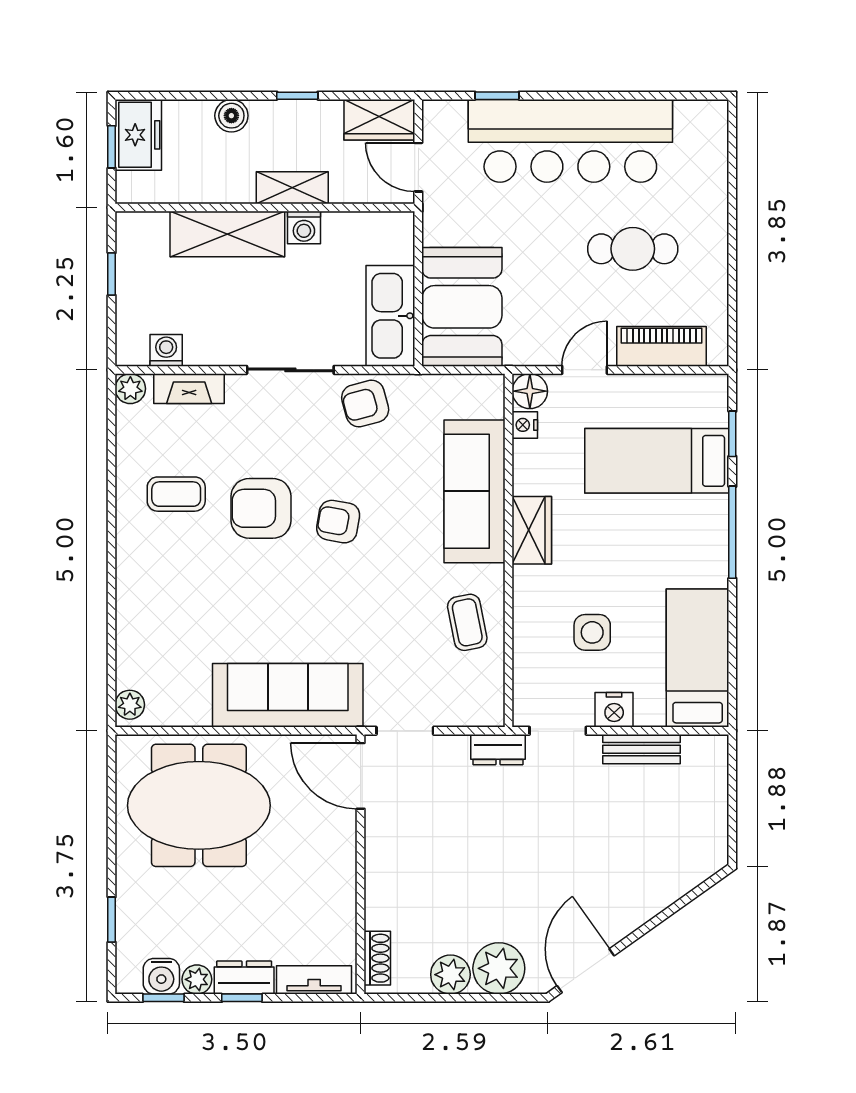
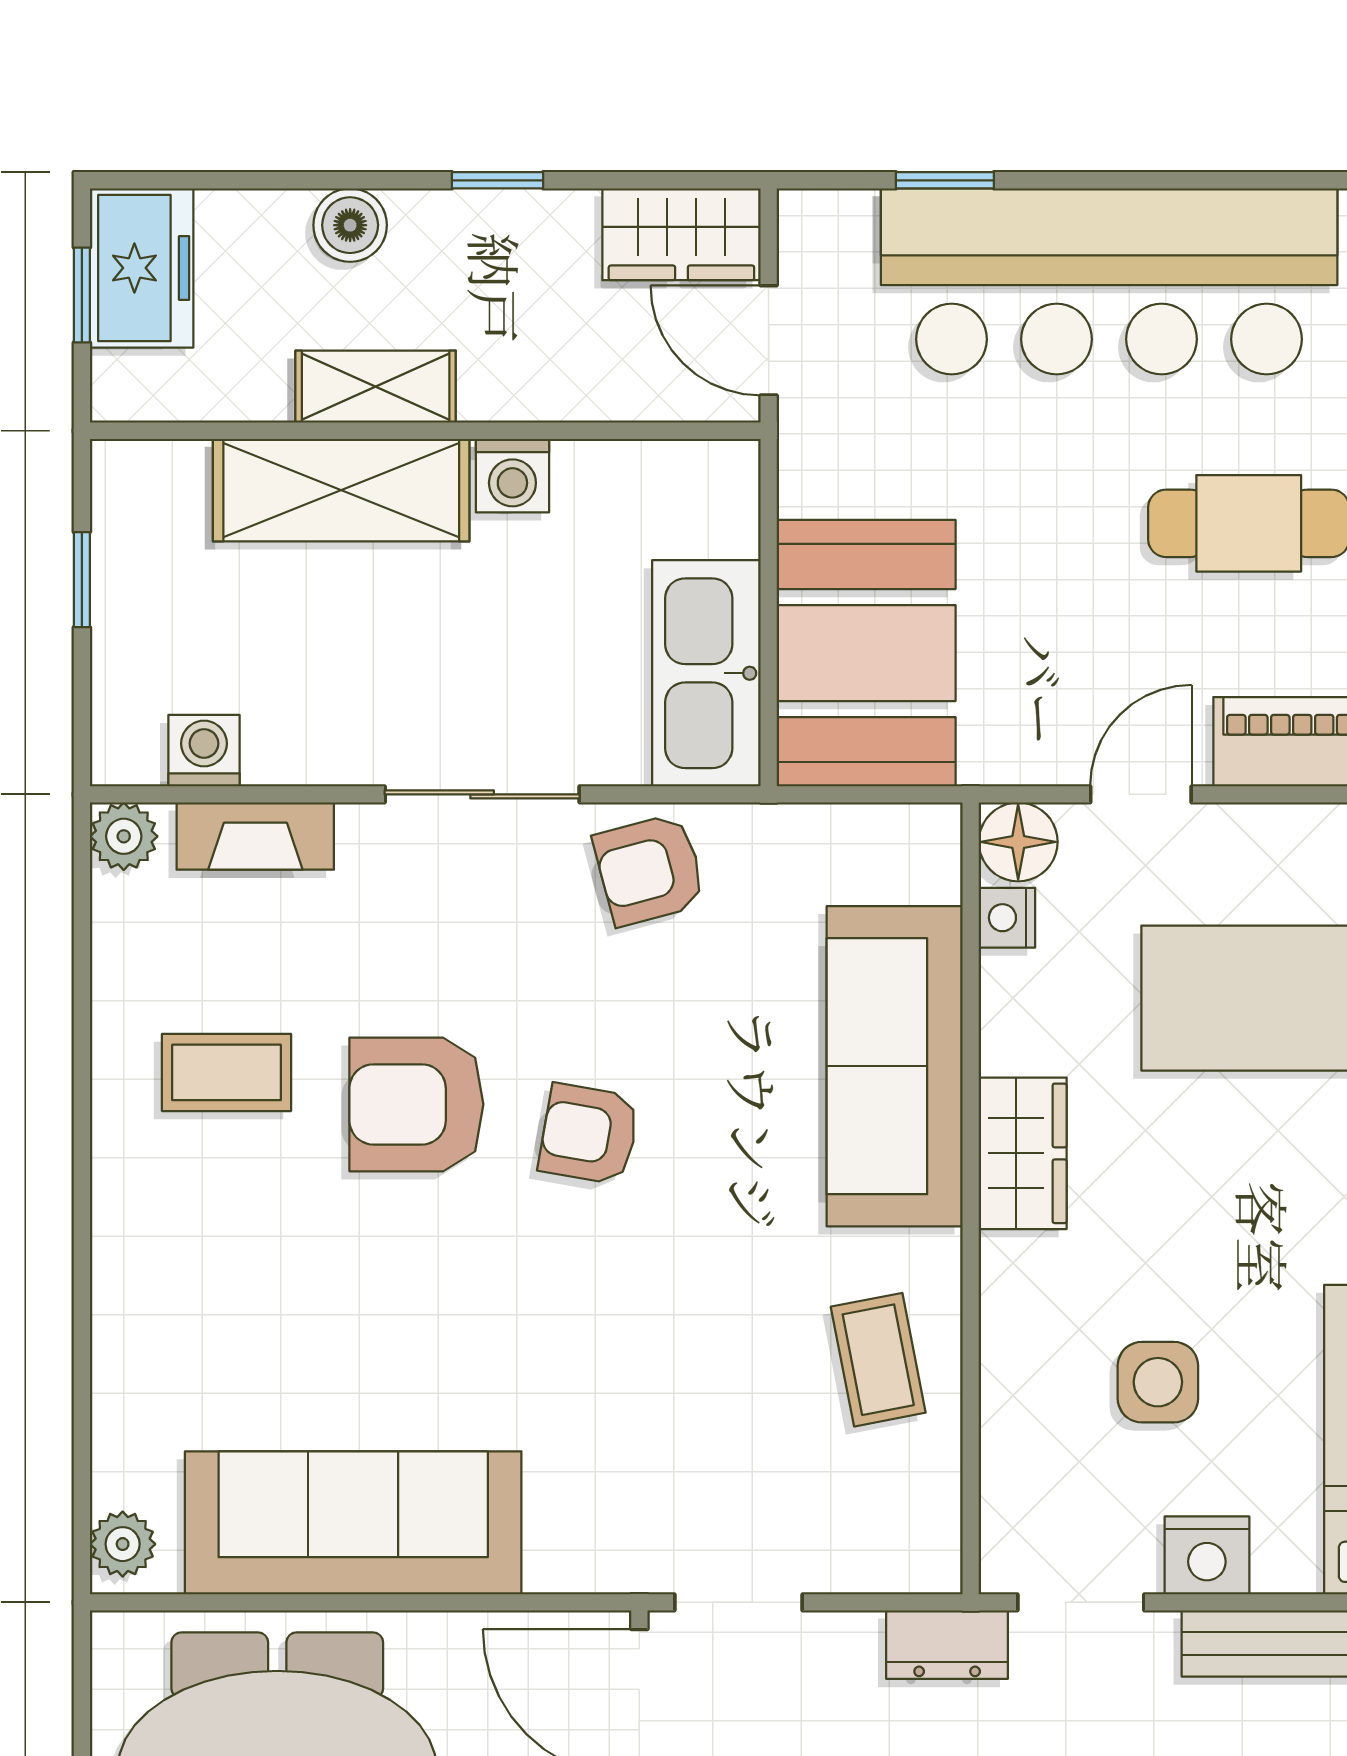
shelving: (292, 188) -> (376, 387), moved
sofa: (288, 695) -> (353, 1523), moved

